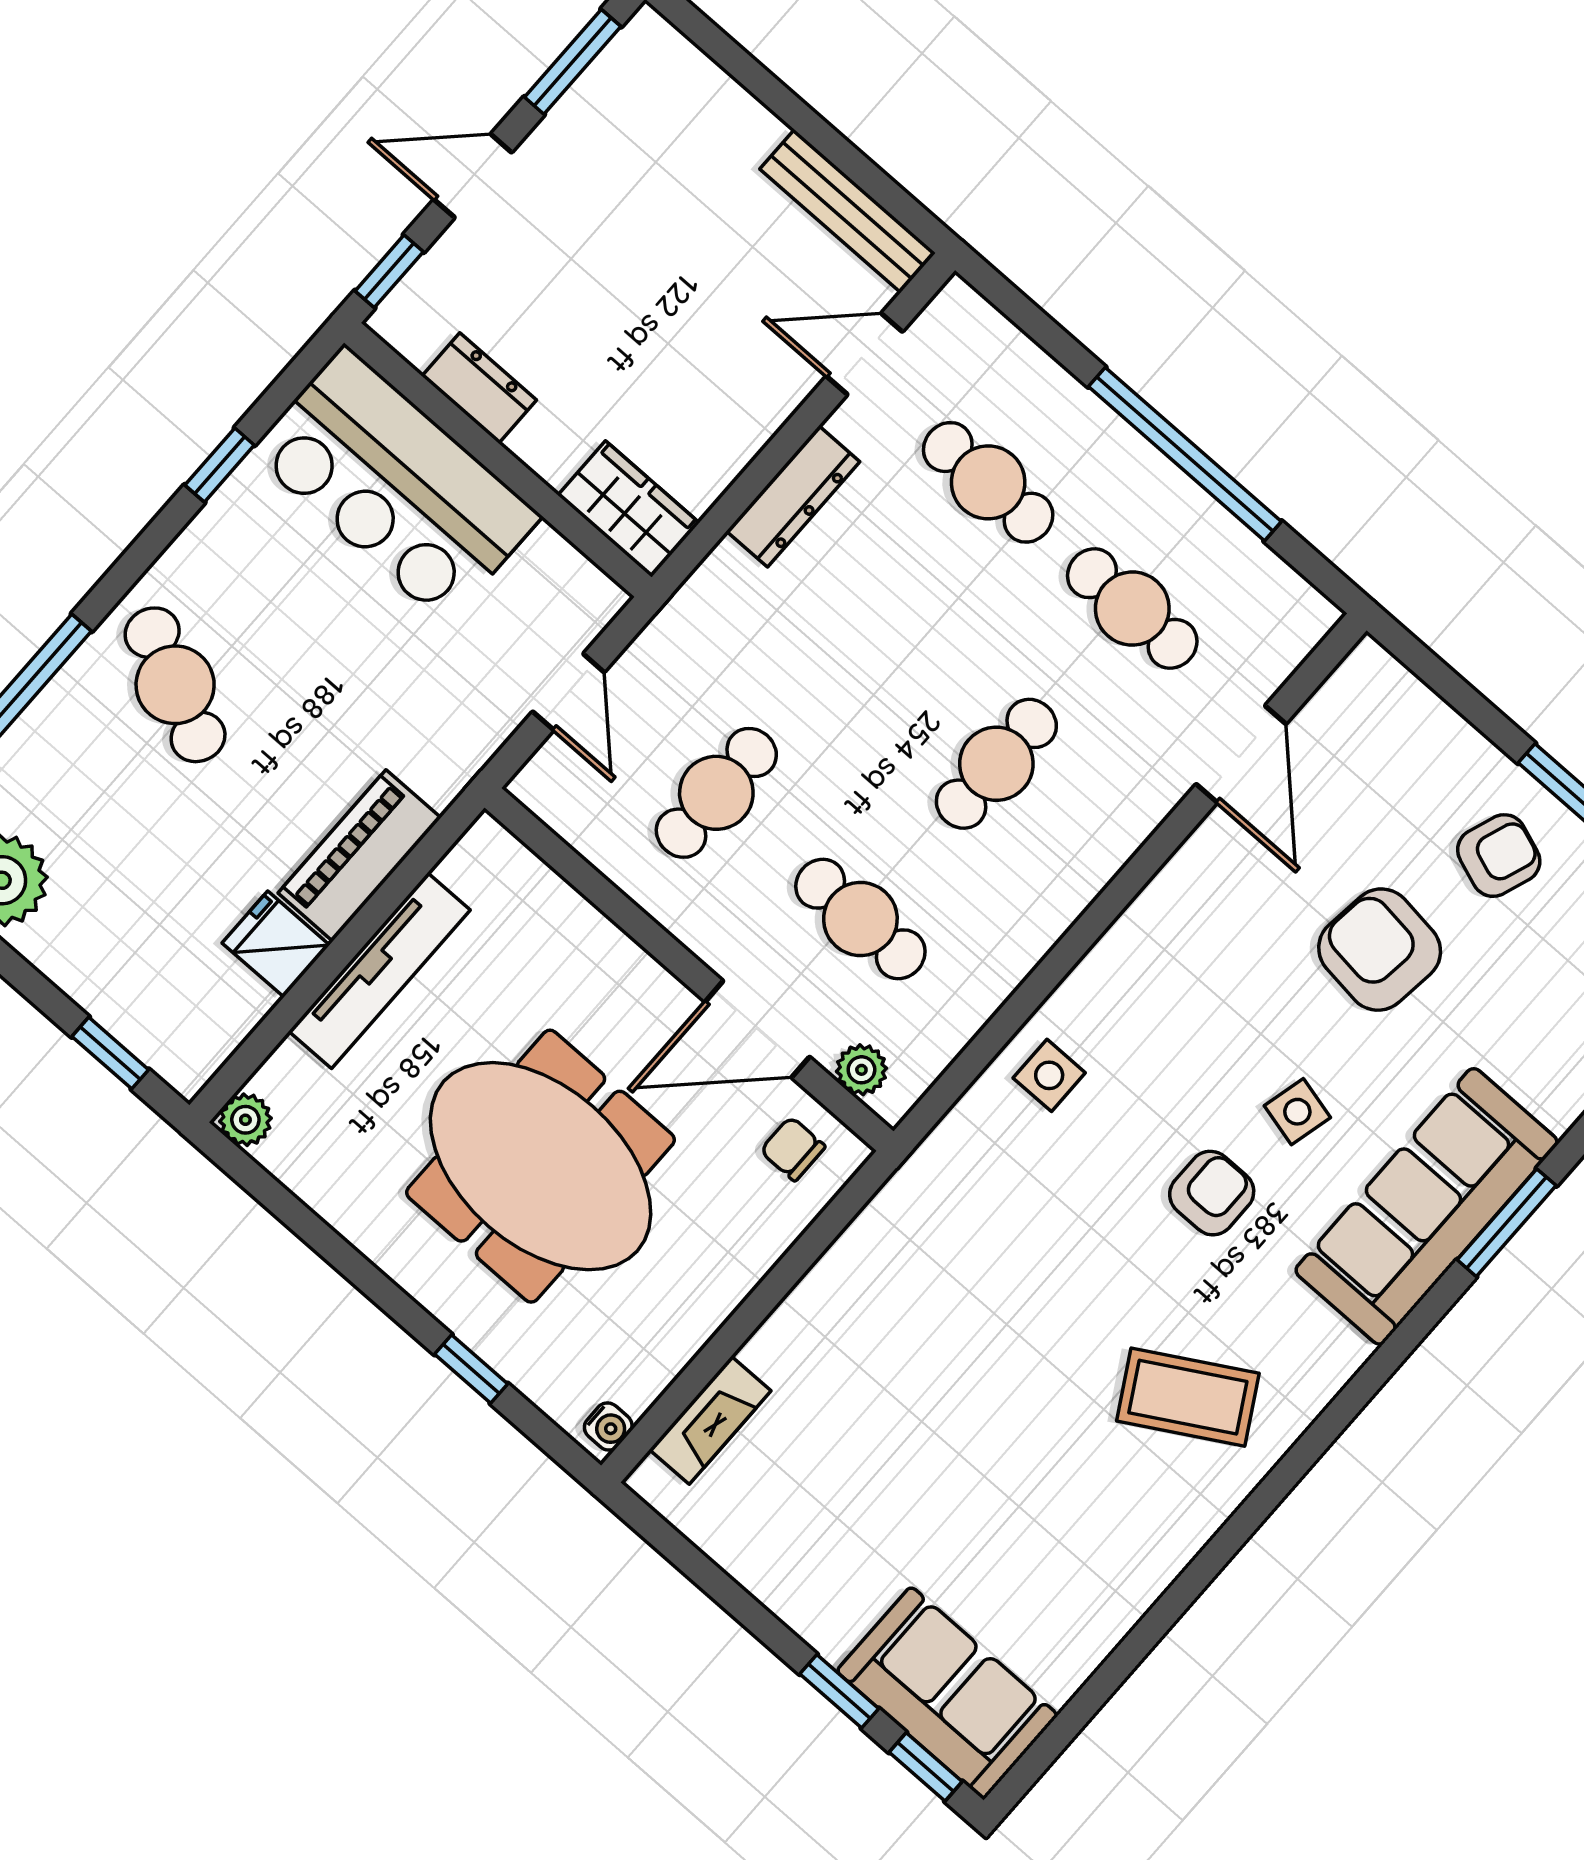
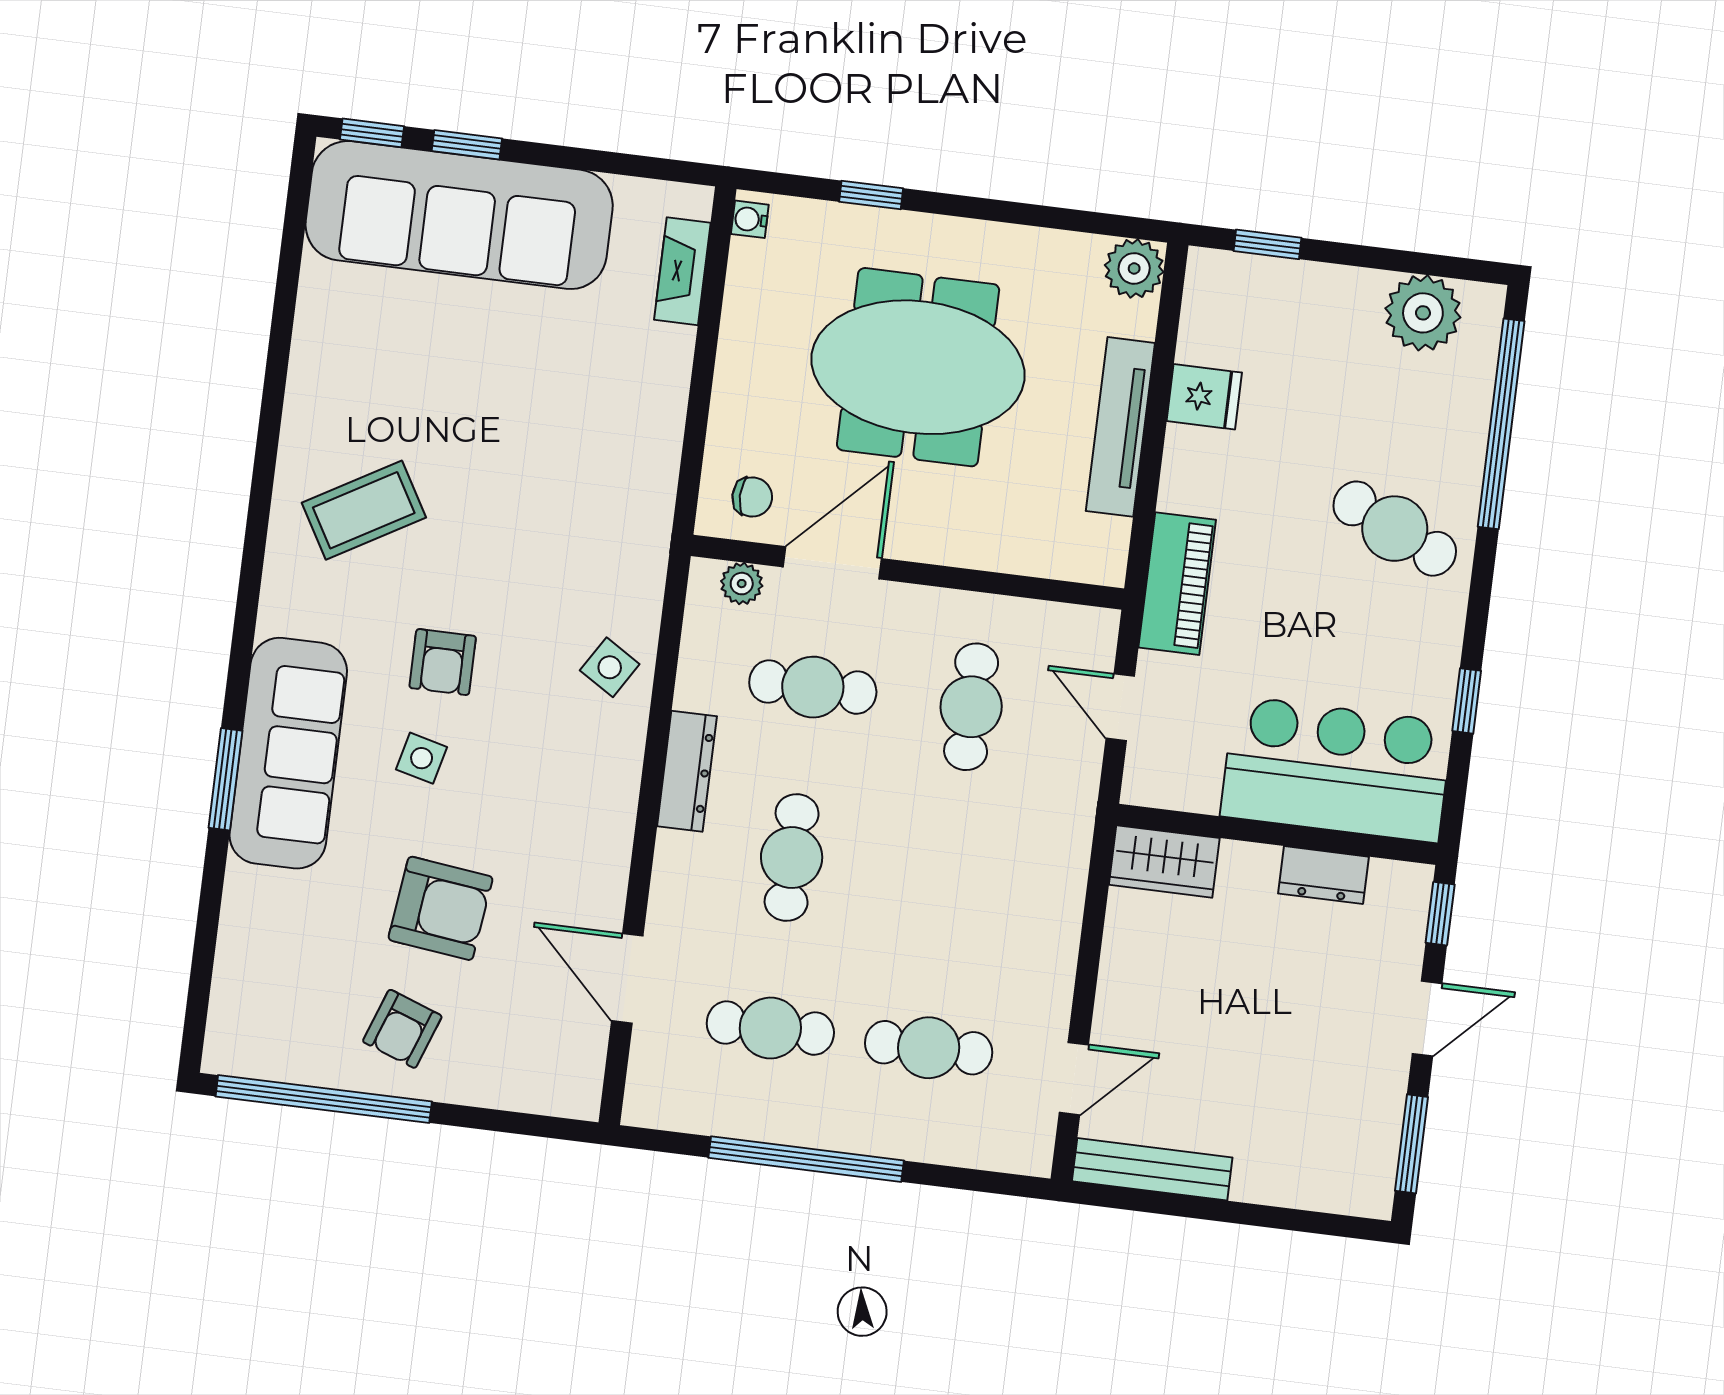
dresser: (793, 496) -> (687, 771), moved, turned 180
piano: (359, 855) -> (1177, 584), moved
side table: (1049, 1075) -> (610, 667), turned 32
plant: (245, 1120) -> (1134, 268), width x1.38, depth x1.38
sofa: (947, 1693) -> (459, 215), width x1.85, depth x1.27

